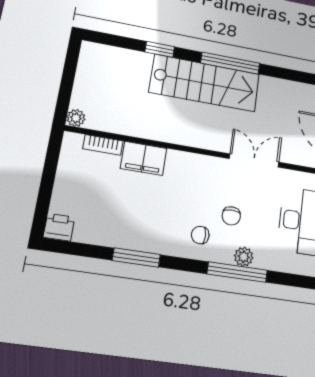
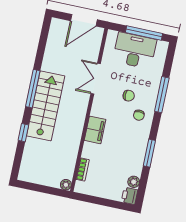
filing cabinet: (144, 158) -> (95, 130), moved
plant: (244, 257) -> (134, 182), moved

